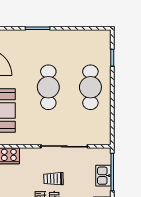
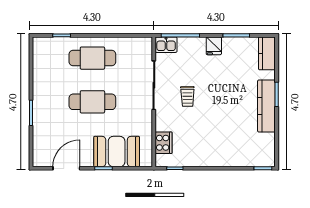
kitchen sink: (103, 176) -> (166, 45), moved

